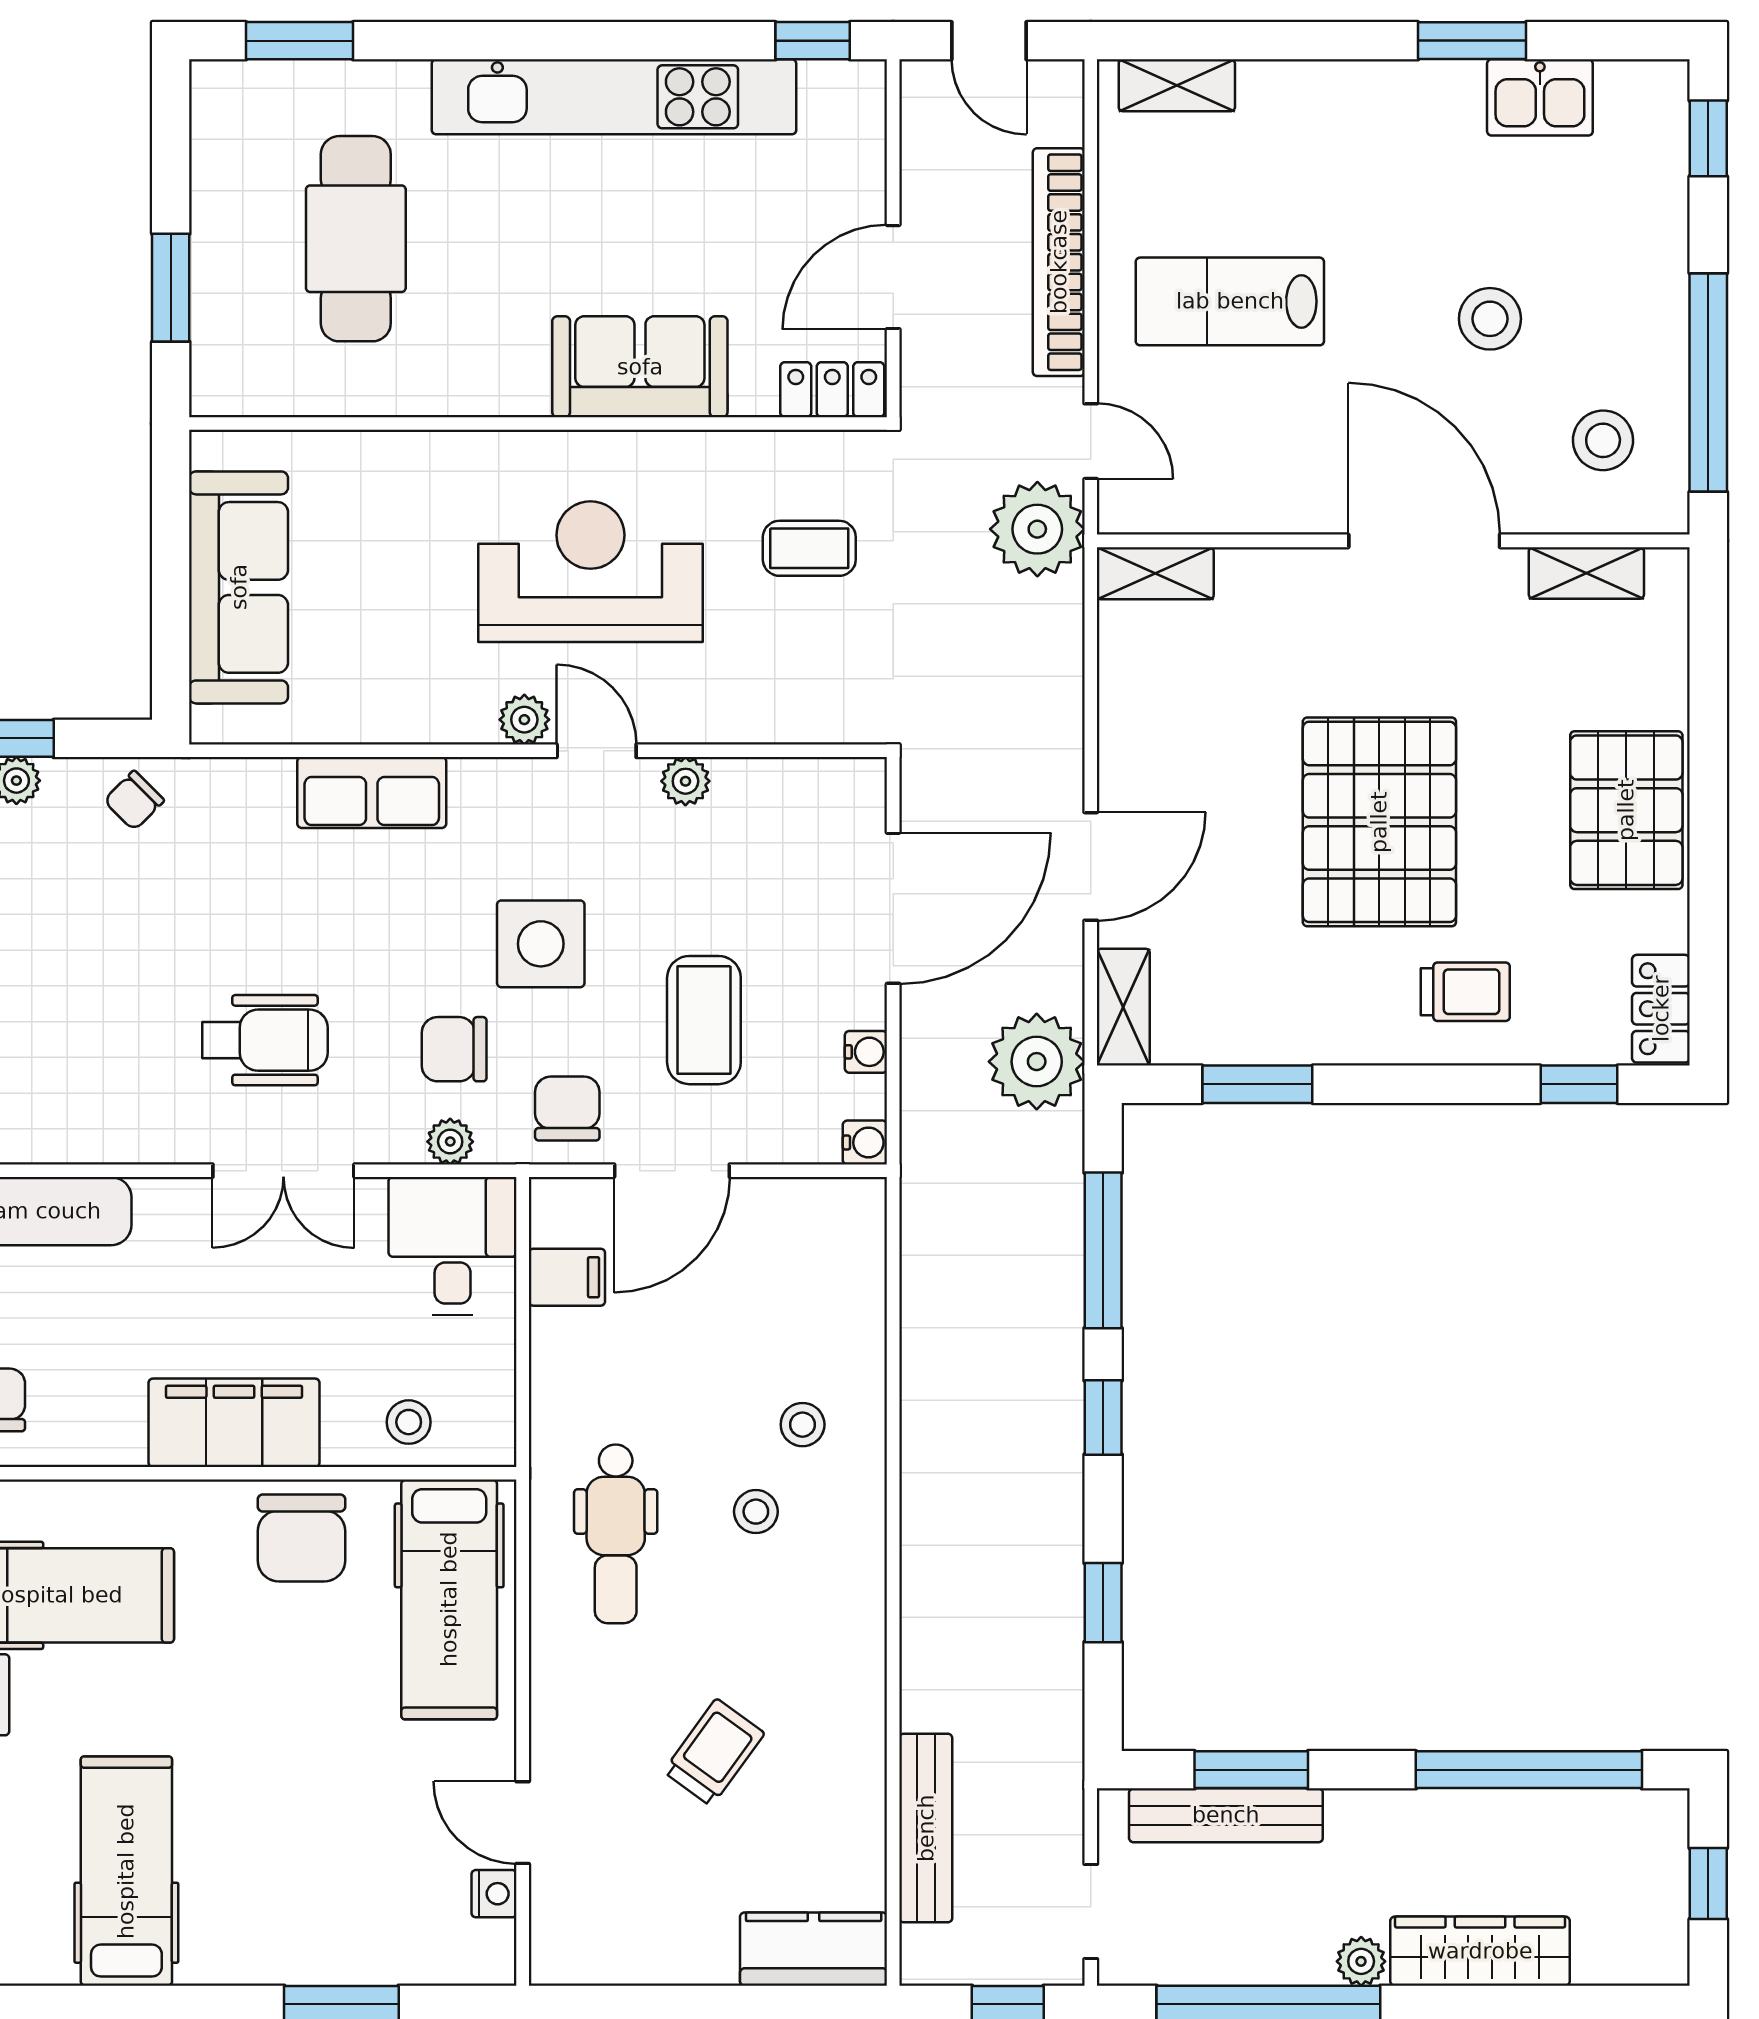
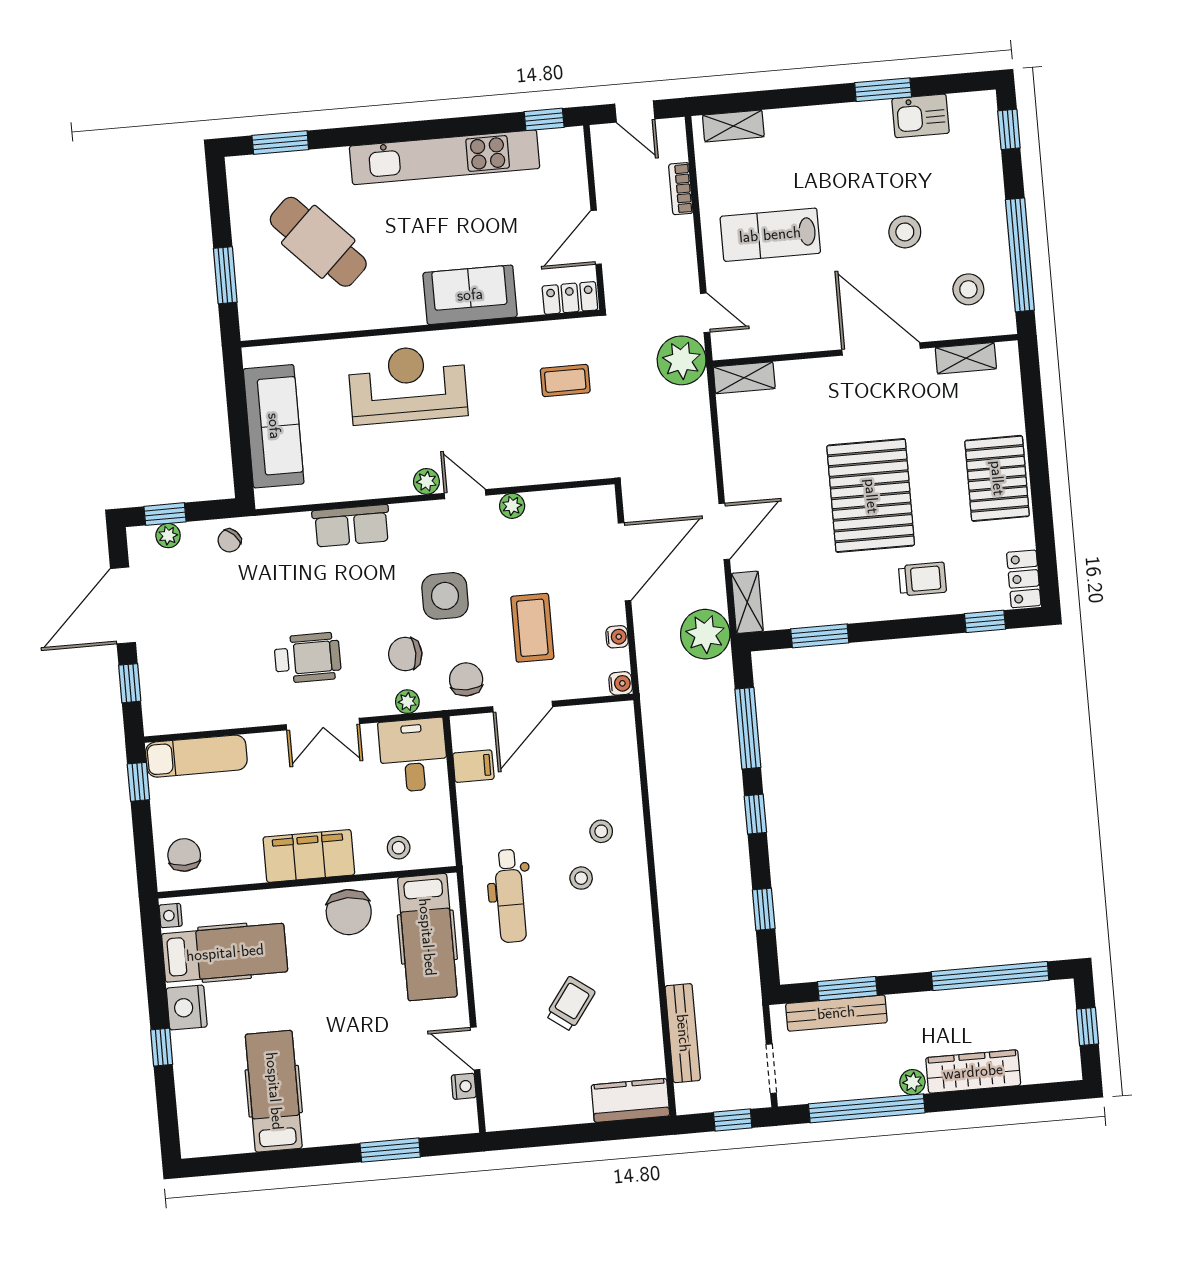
cafe table: (356, 239) -> (318, 242), turned -44
bookcase: (1059, 262) -> (681, 189), width x0.43, depth x0.76
reception desk: (590, 572) -> (408, 384), moved

